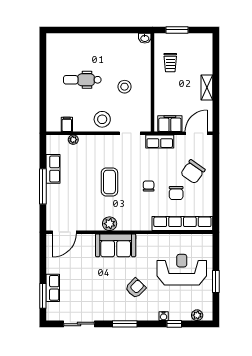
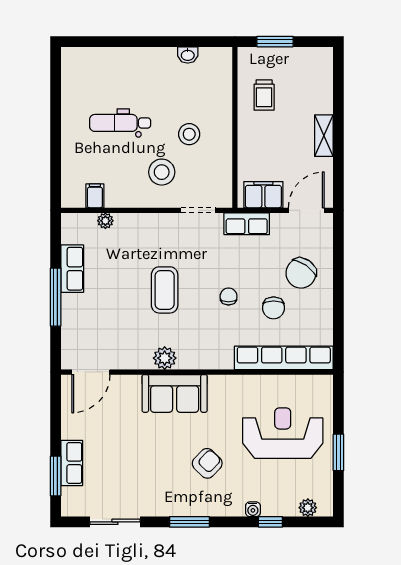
washbasin: (145, 38) -> (188, 55), moved
stool: (102, 119) -> (162, 172), moved

